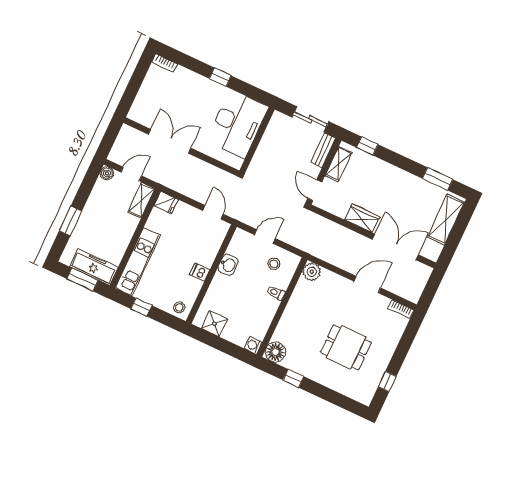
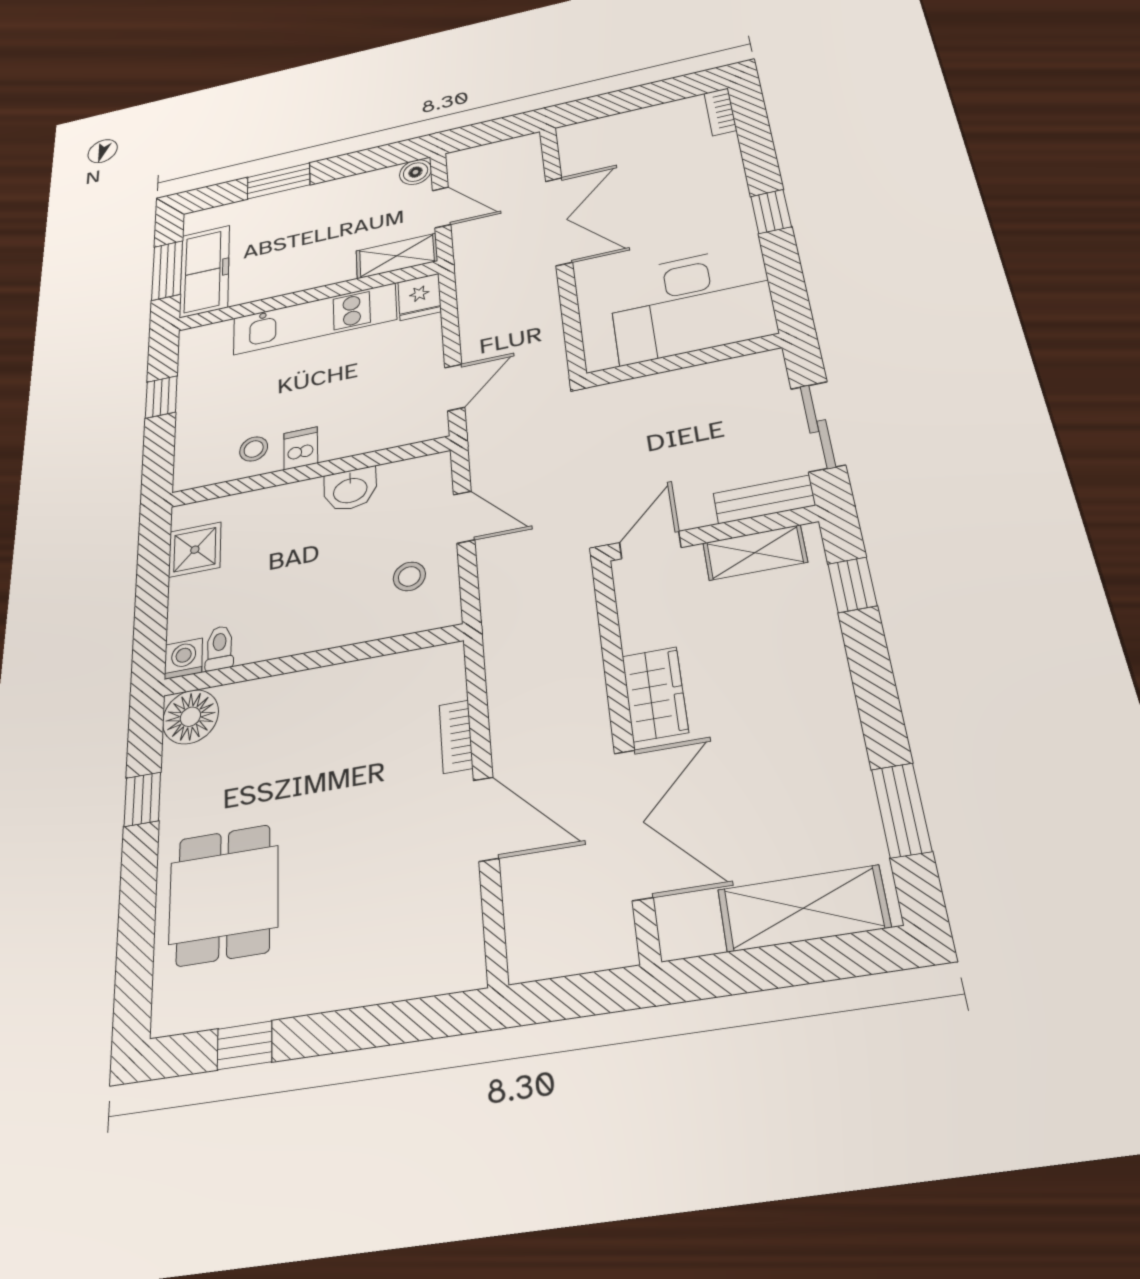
kitchen unit: (138, 262) -> (314, 319), moved
plant: (312, 272) -> (440, 668), removed
toilet: (276, 293) -> (219, 648), moved
stool: (179, 307) -> (254, 449), moved
bookcase: (401, 309) -> (456, 737), moved
dining table: (346, 347) -> (224, 895), moved

